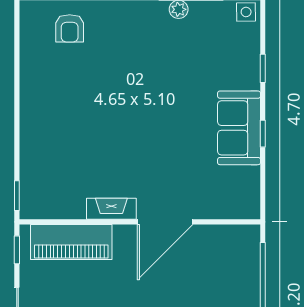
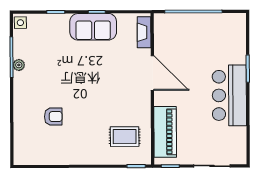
armchair: (70, 28) -> (53, 117), moved
rug: (64, 177) -> (125, 137), added
fireplace: (111, 209) -> (144, 32), moved

